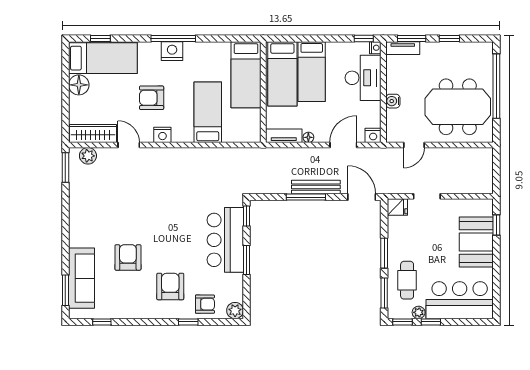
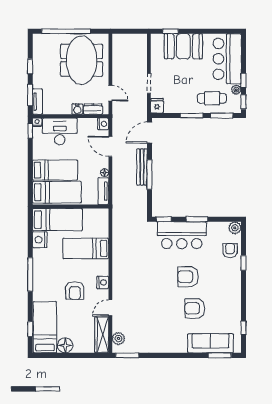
nightstand: (172, 51) -> (40, 240), moved
dresser: (393, 122) -> (93, 109), added
armchair: (170, 287) -> (188, 277), moved

